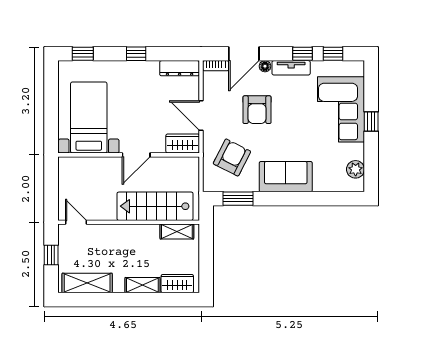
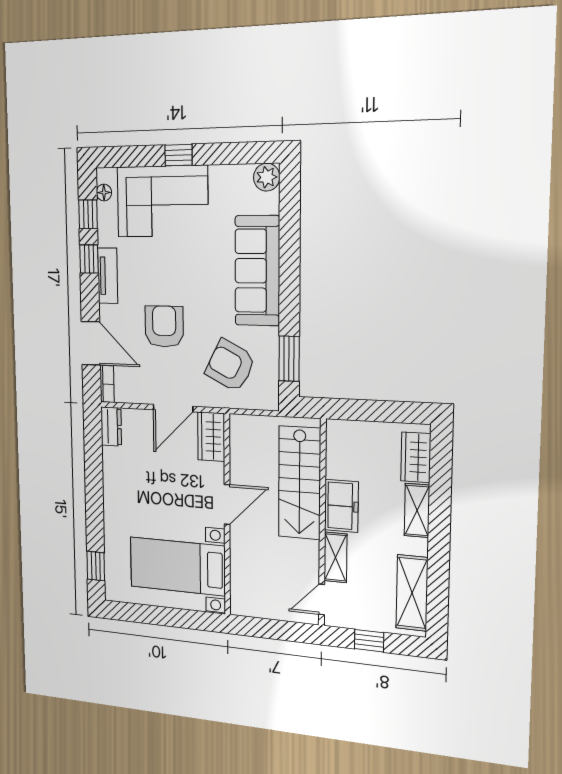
window: (136, 54) -> (94, 494), removed
floor lamp: (265, 66) -> (104, 193), moved
dresser: (180, 68) -> (111, 427), width x0.70
armchair: (257, 110) -> (164, 327), turned -90
door: (136, 155) -> (227, 505), hinge flipped
plant: (356, 169) -> (267, 177), moved
sofa: (286, 177) -> (257, 271), width x1.36
shelving: (177, 231) -> (336, 557), moved
freezer: (142, 235) -> (341, 506), added

